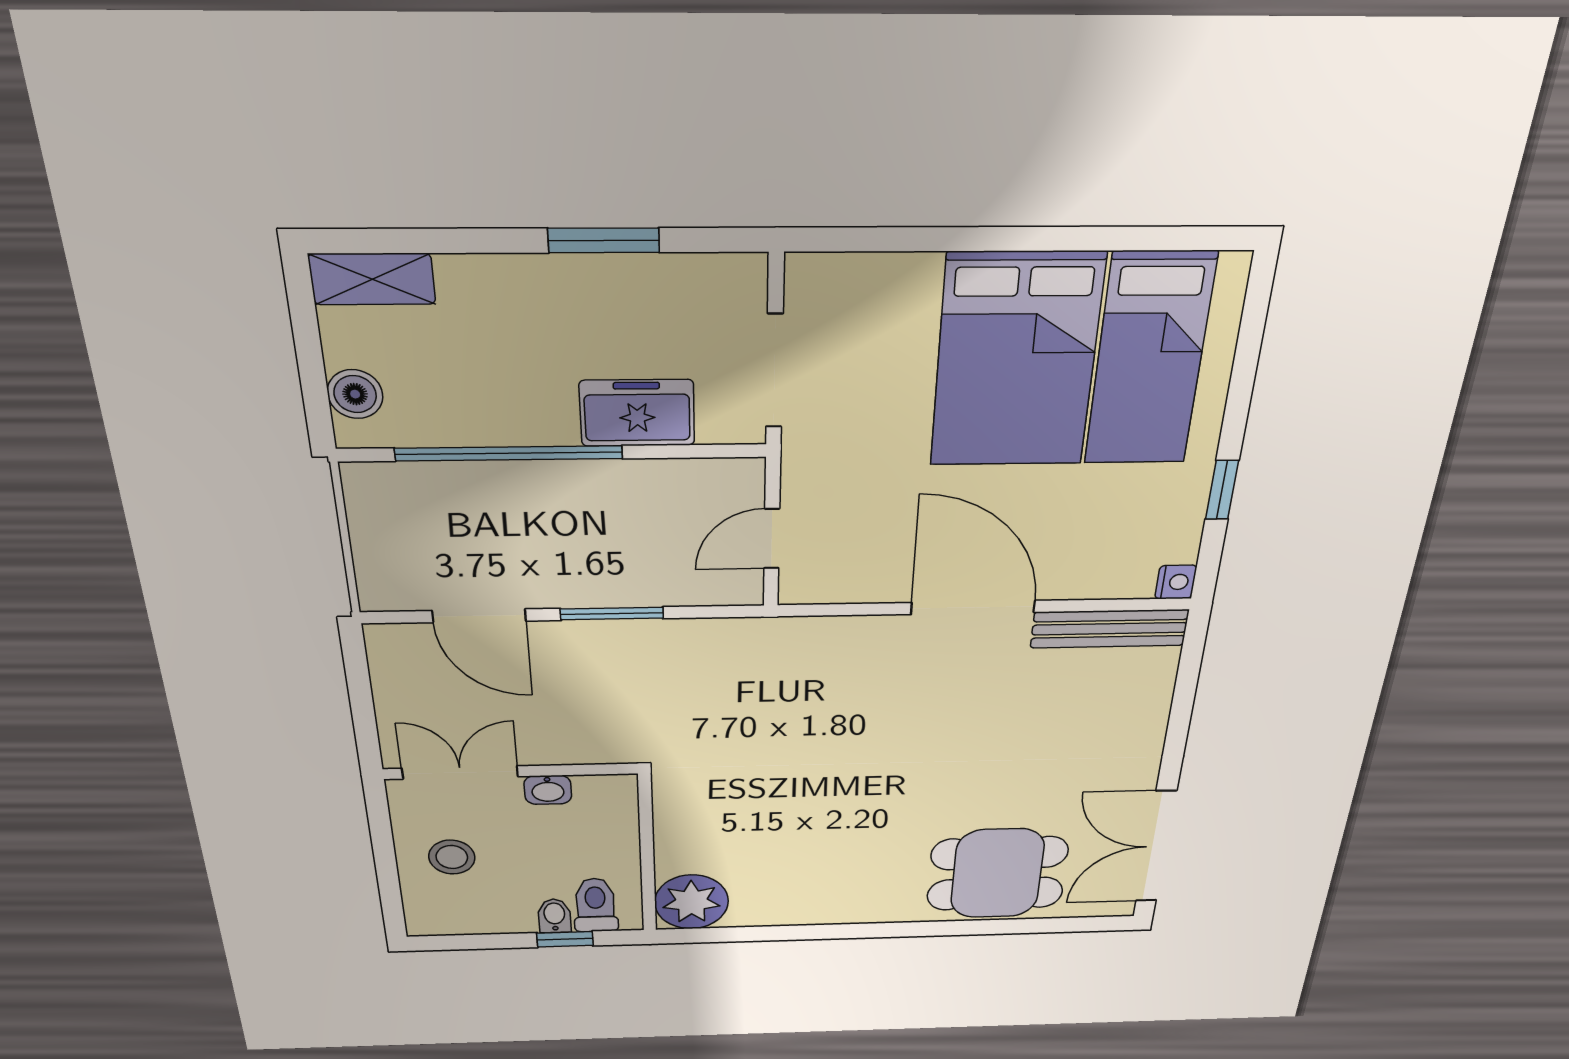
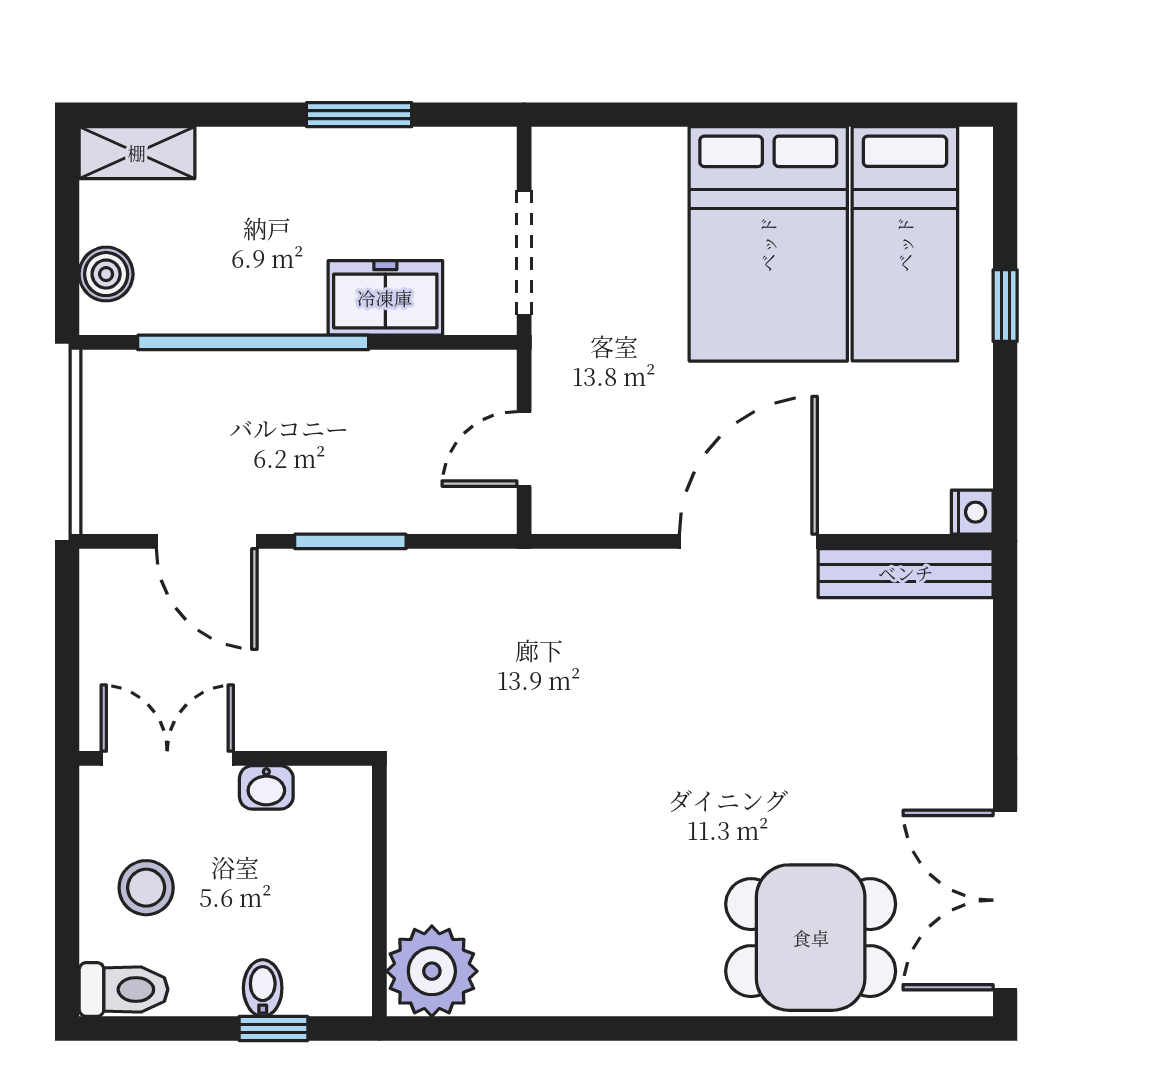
window: (1222, 490) -> (1005, 306), moved
door: (973, 607) -> (748, 541), hinge flipped
toilet: (595, 905) -> (123, 989), moved, turned 90

